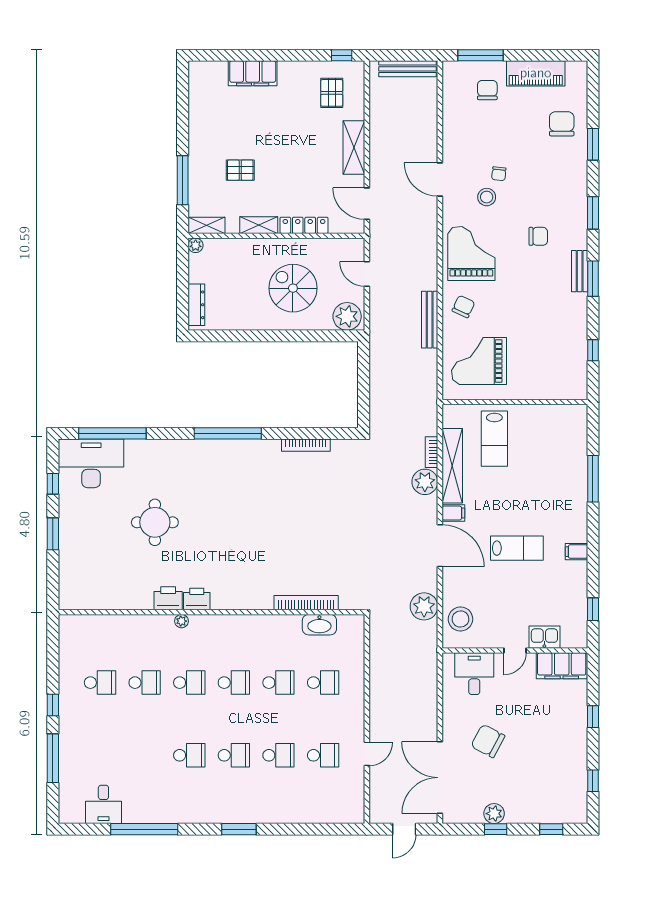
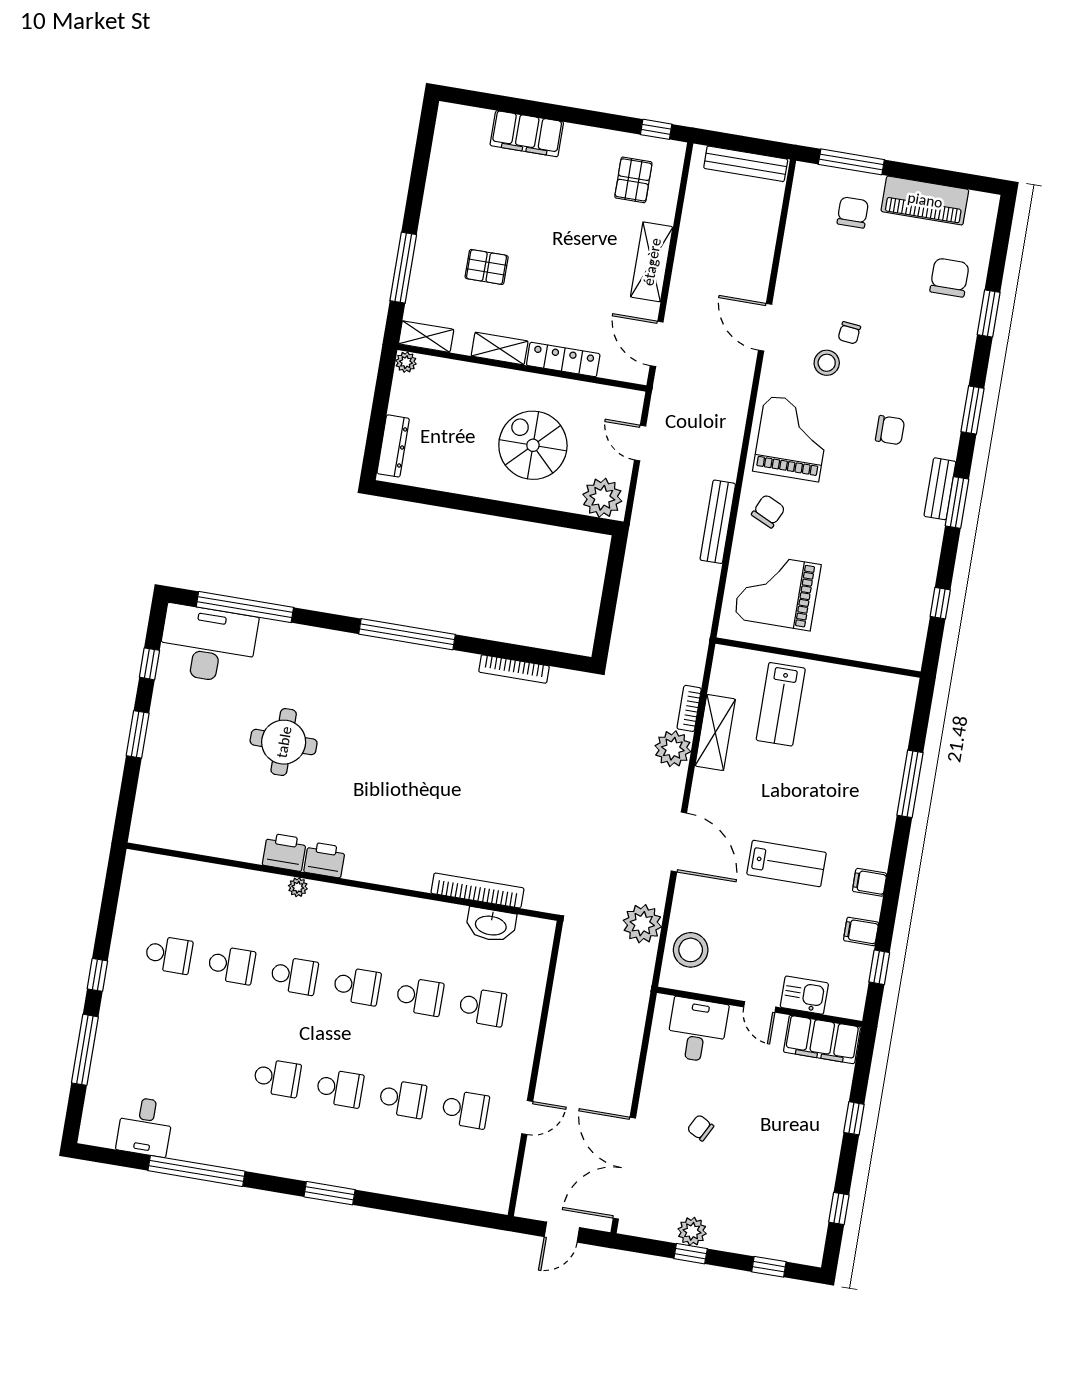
shelving: (452, 466) -> (715, 732), width x0.68
filing cabinet: (453, 513) -> (861, 931), moved, turned 180
door: (515, 650) -> (760, 1007), hinge flipped
chair: (488, 741) -> (700, 1128), width x0.54, depth x0.54

